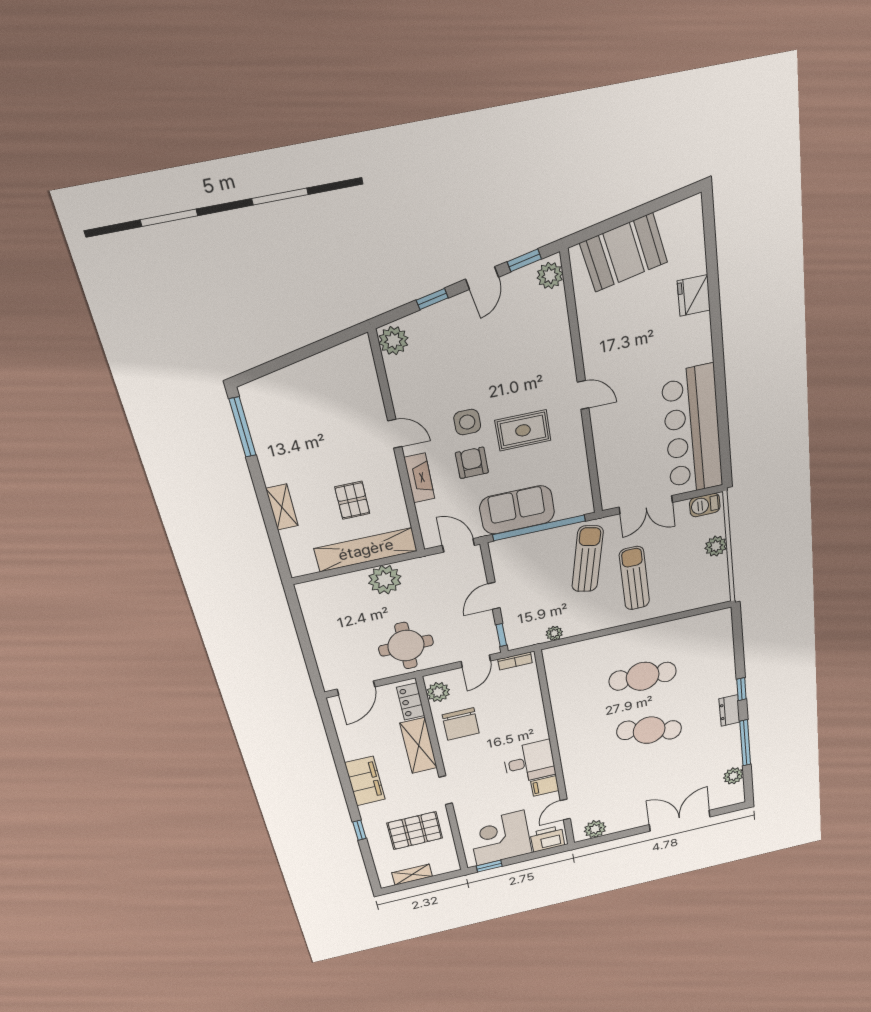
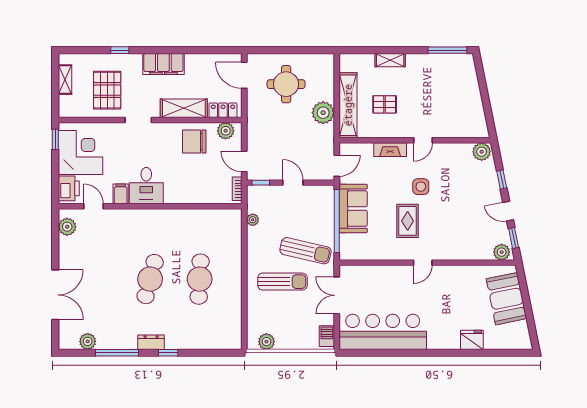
armchair: (472, 463) -> (393, 185), removed
plant: (716, 546) -> (266, 342), moved
round table: (406, 646) -> (286, 84), moved

